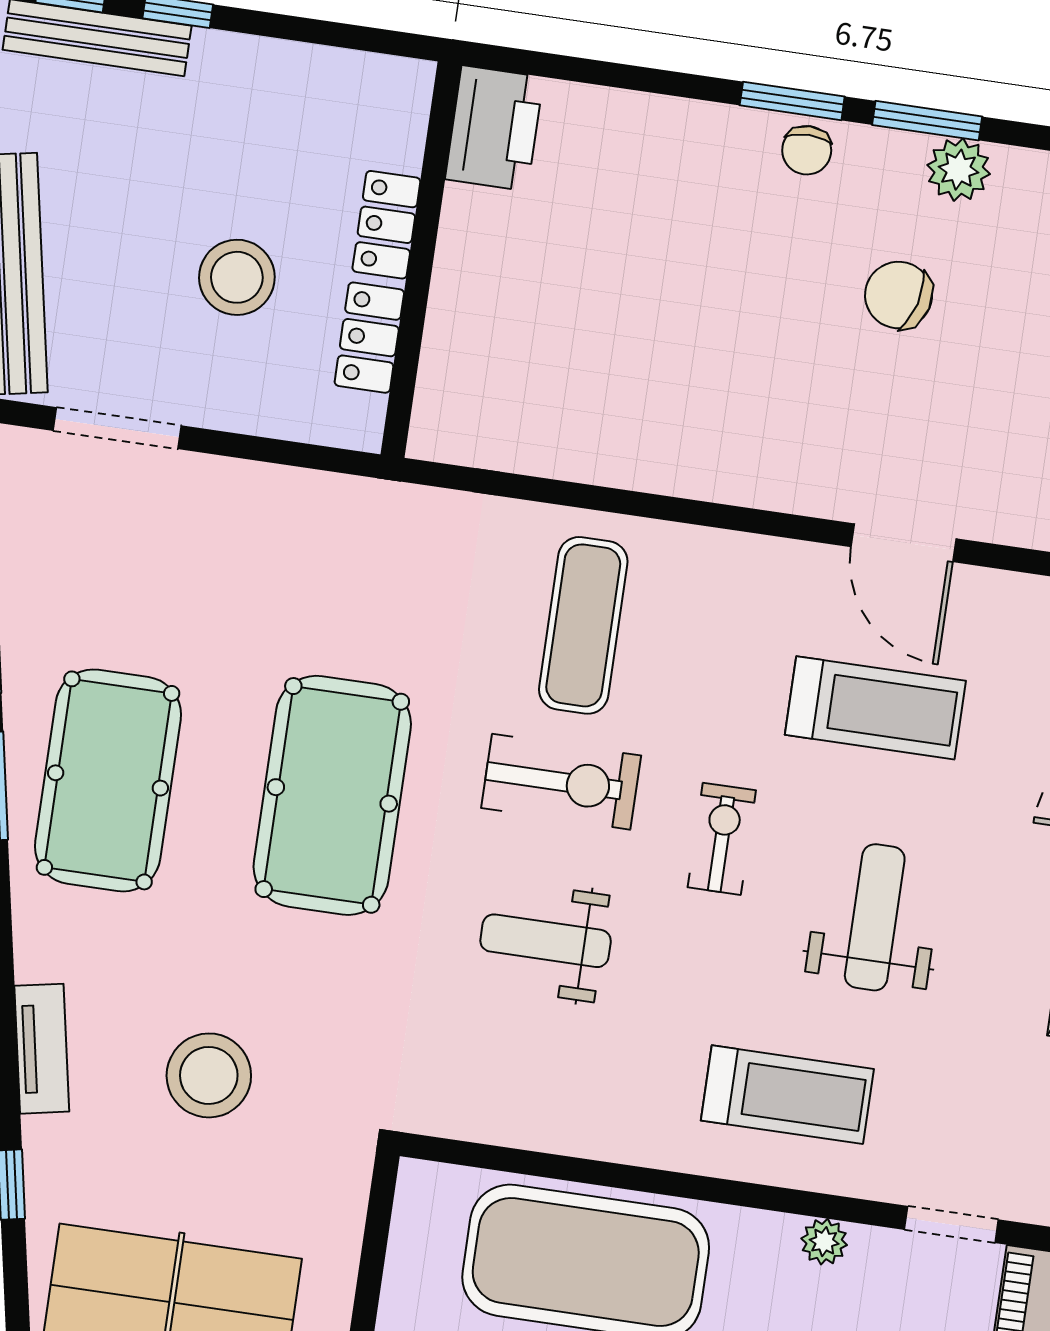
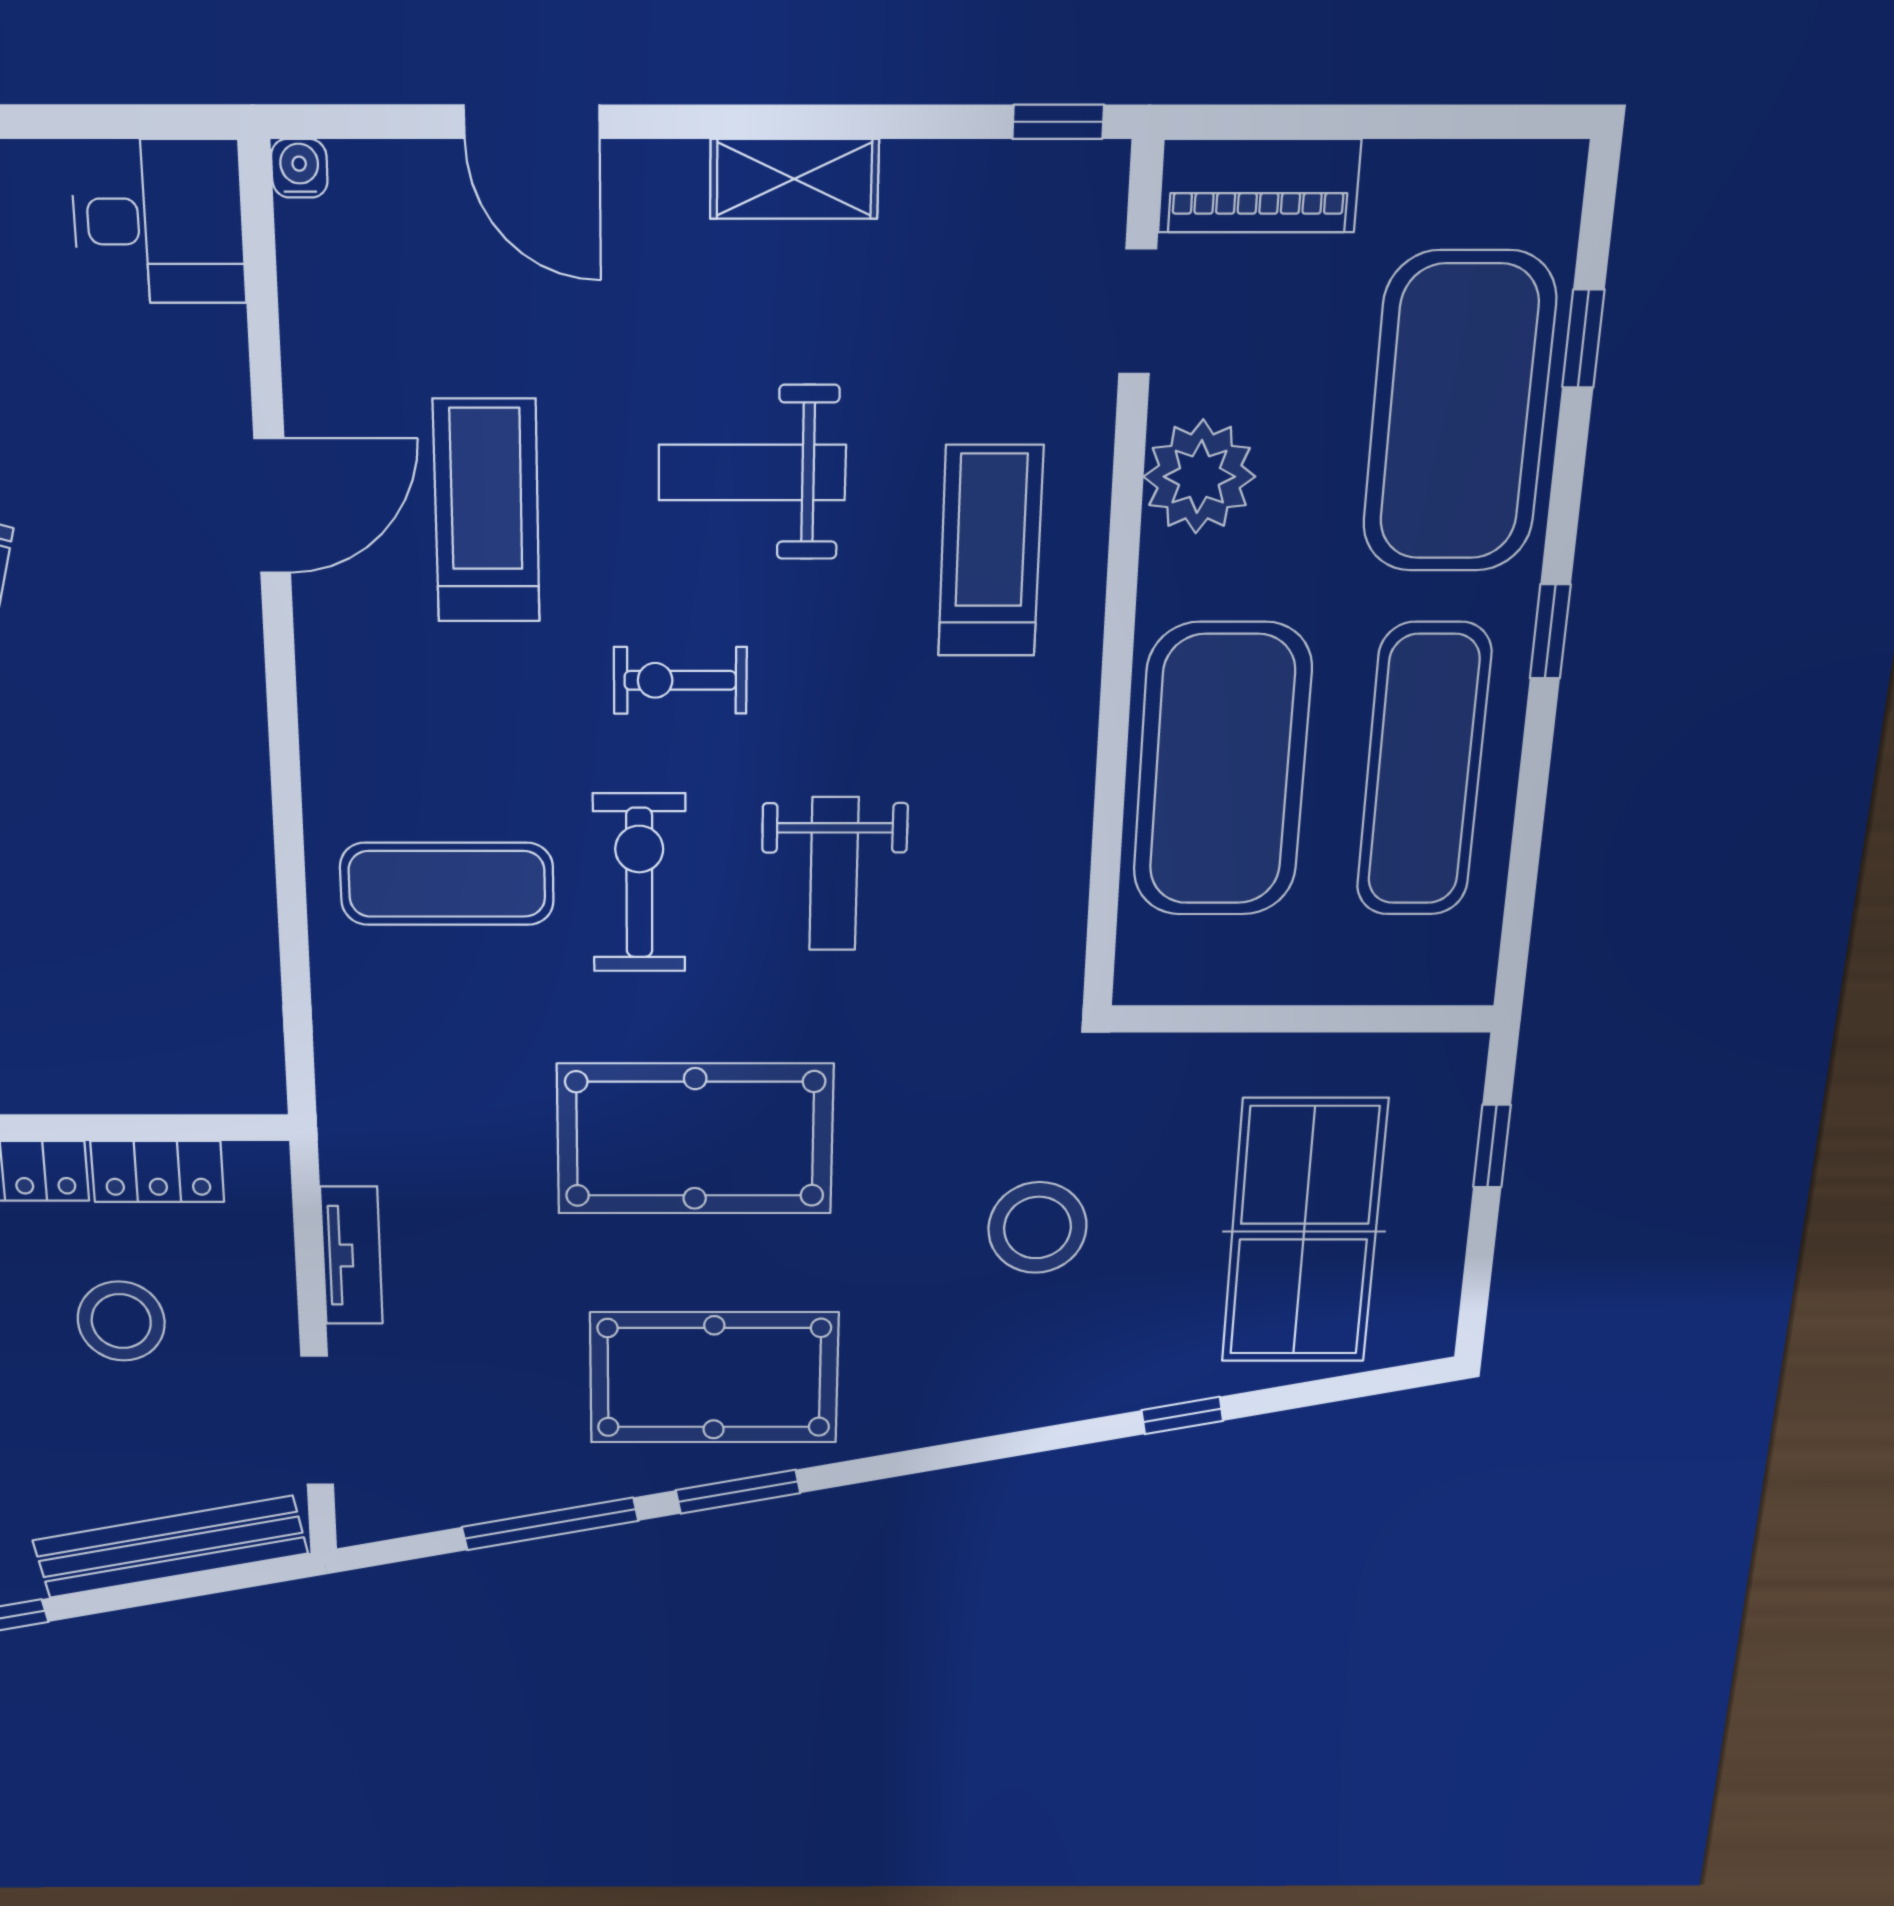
tv unit: (42, 1049) -> (352, 1255), moved, turned 101
plant: (824, 1242) -> (1199, 477), width x1.87, depth x1.87

